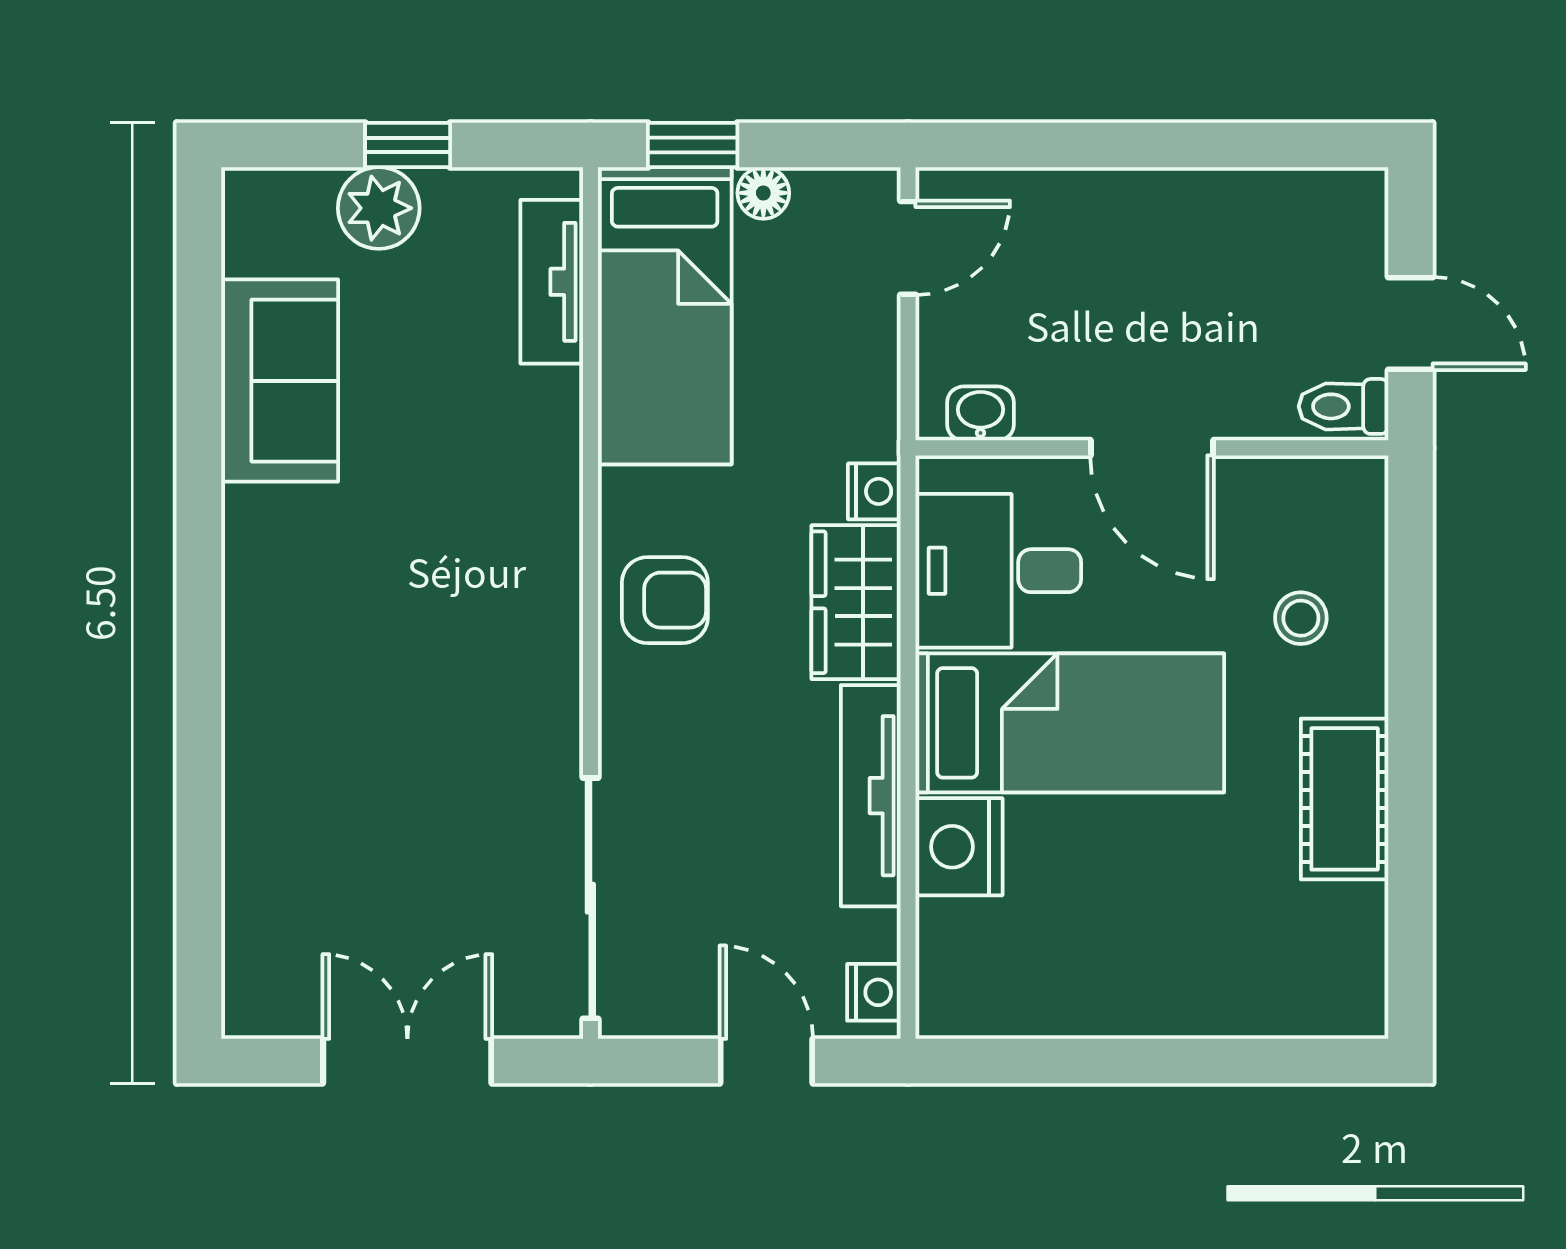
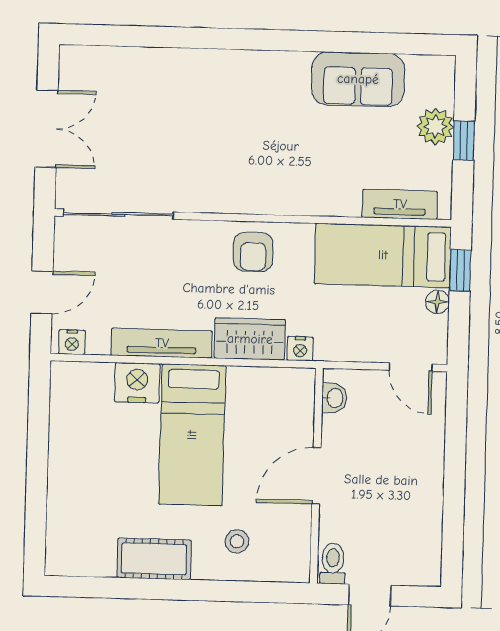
desk: (998, 571) -> (262, 404), removed

